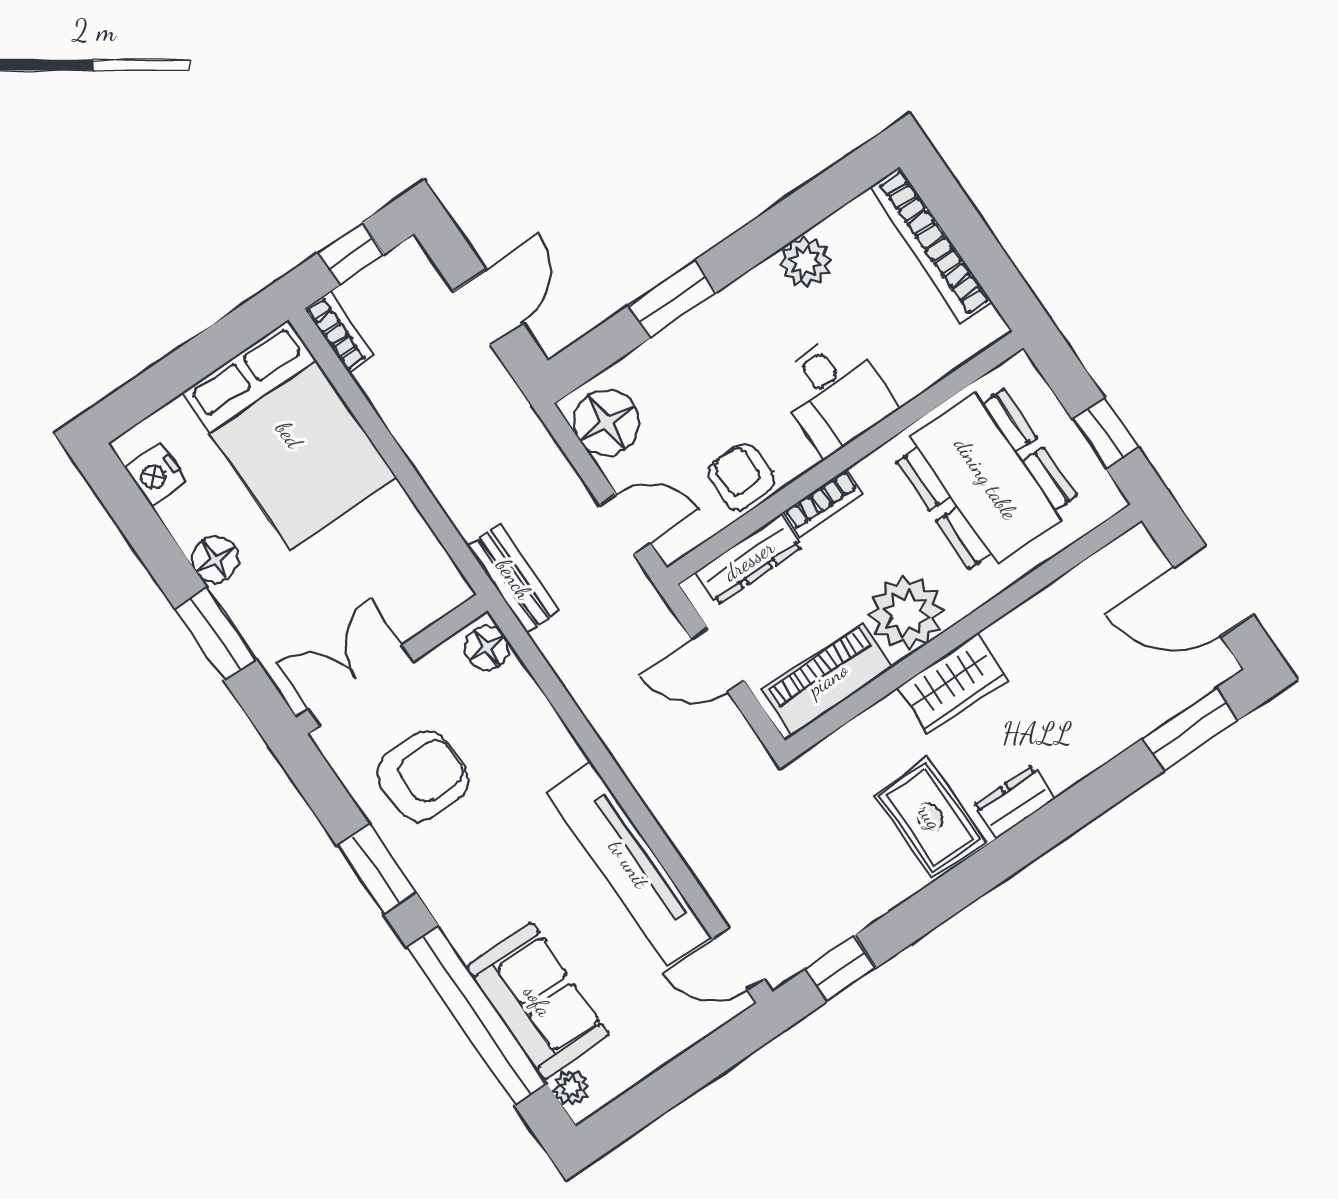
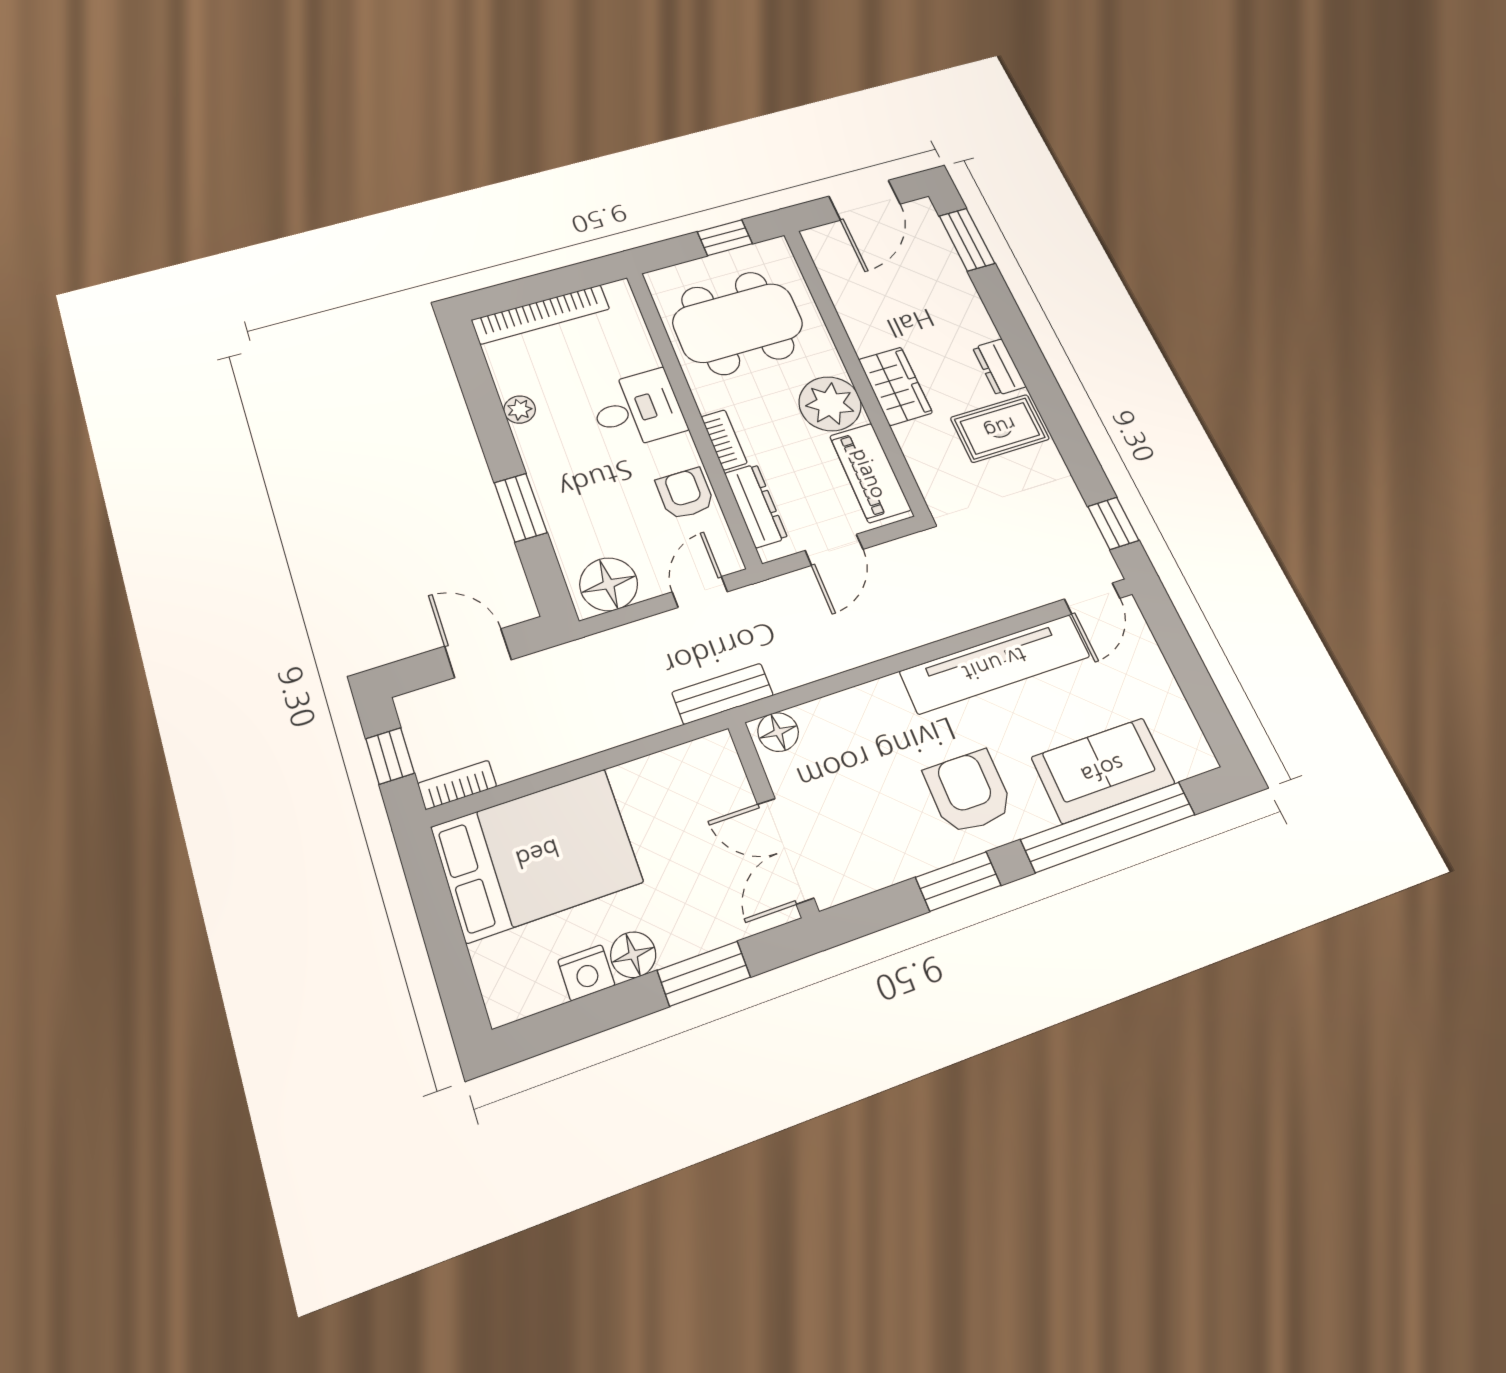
plant: (805, 262) -> (520, 410), width x0.73, depth x0.73
nightstand: (156, 475) -> (586, 973), moved
armchair: (741, 477) -> (685, 494), turned 90
armchair: (423, 776) -> (969, 792), moved
plant: (571, 1088) -> (1185, 762), removed

